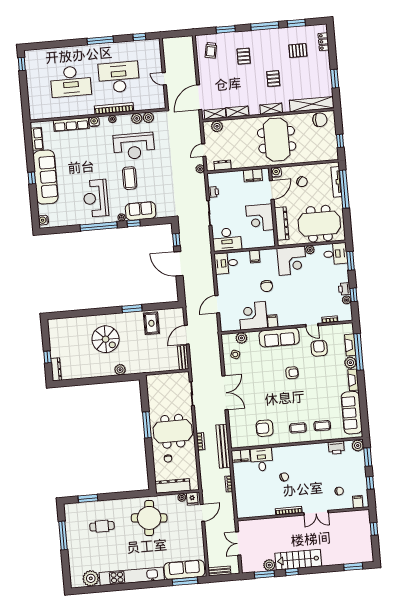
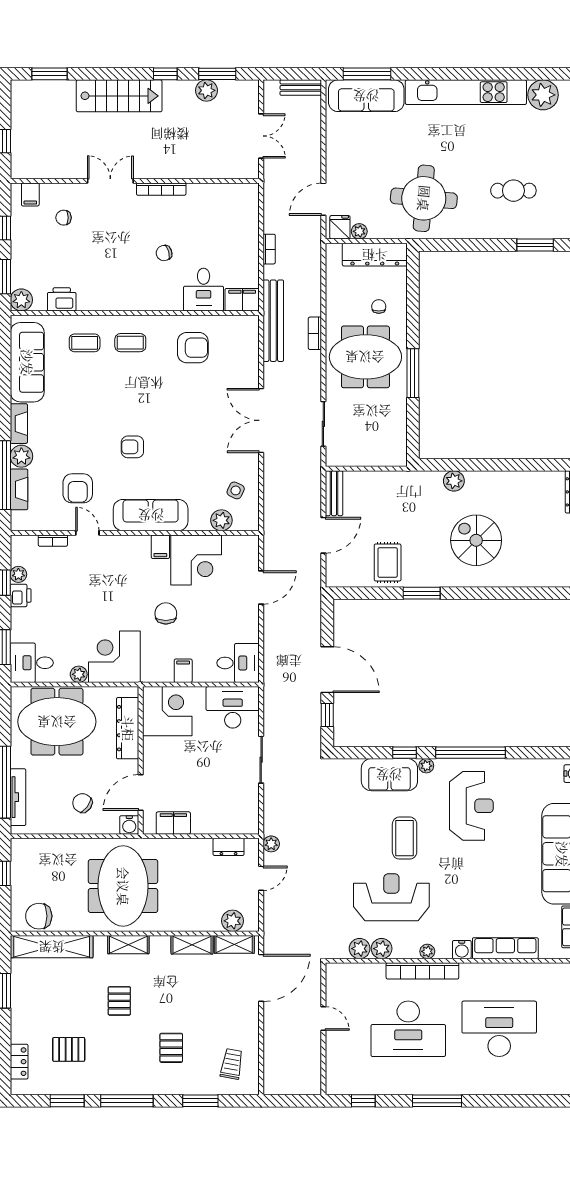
printer: (213, 192) -> (250, 798), removed
corner desk: (260, 218) -> (167, 711), moved
stairs: (298, 560) -> (119, 96), moved

